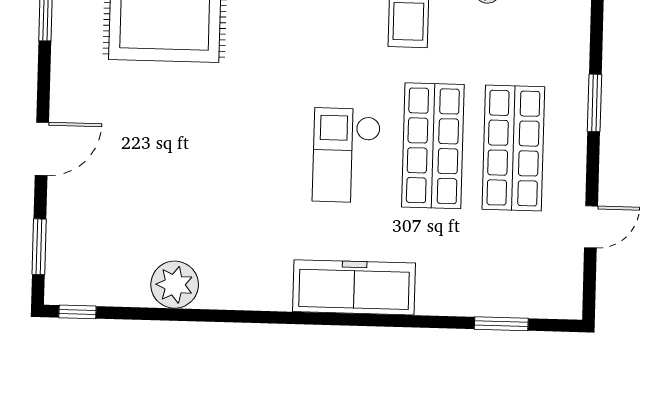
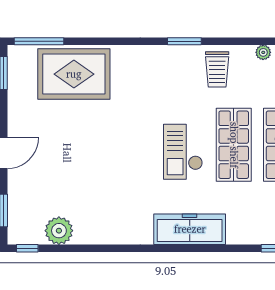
plant: (175, 285) -> (59, 231), moved

